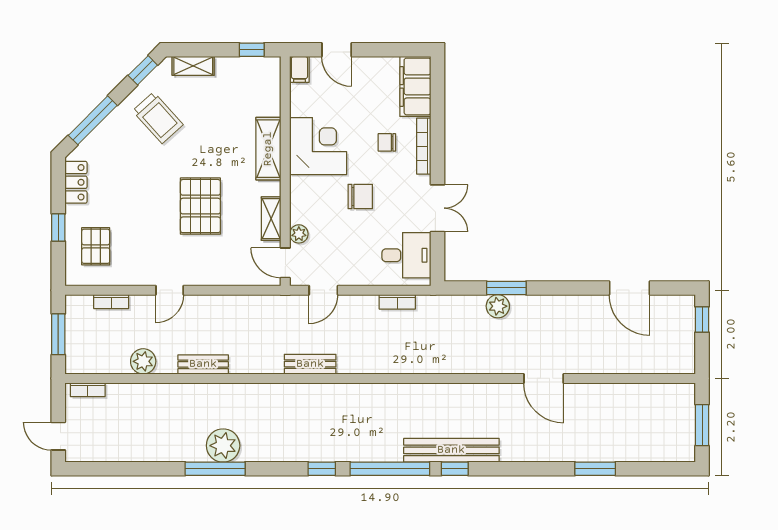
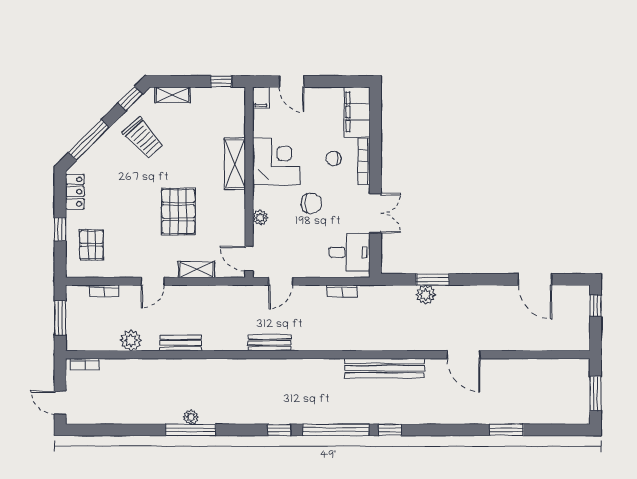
shelving: (271, 219) -> (197, 269), moved, turned 90
plant: (299, 234) -> (260, 218), moved
plant: (223, 446) -> (191, 417), width x0.53, depth x0.53
bench: (451, 450) -> (384, 368), moved

